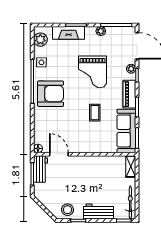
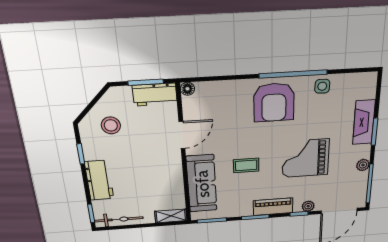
plant: (40, 40) -> (357, 83), removed
sofa: (126, 131) -> (202, 184), moved, turned 90
door: (59, 154) -> (182, 135), moved
stool: (67, 210) -> (111, 125), moved

